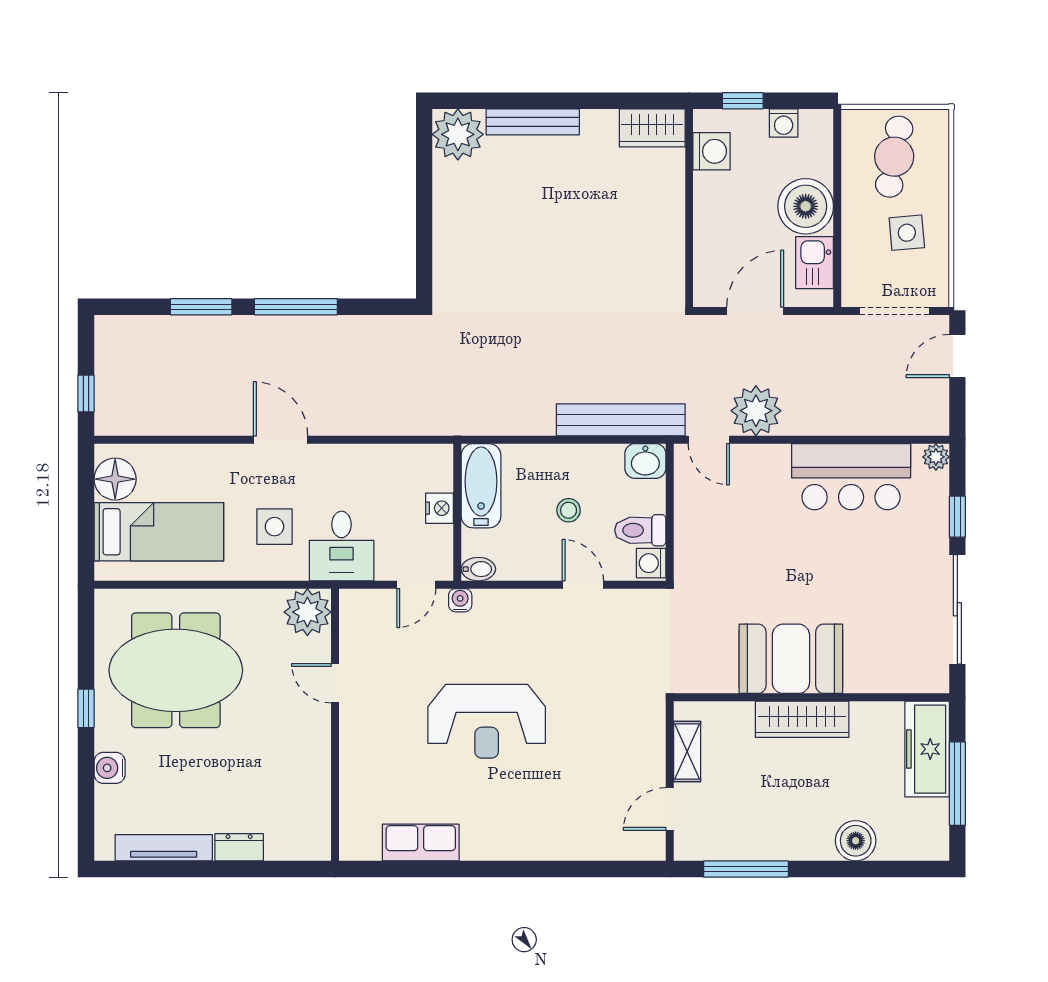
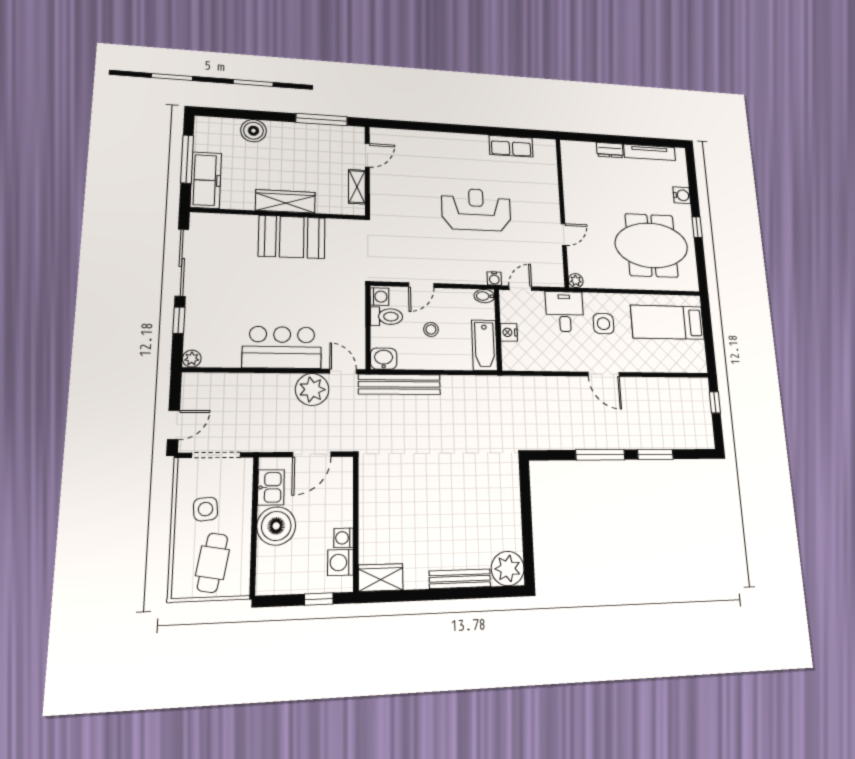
washing machine: (784, 123) -> (344, 538), moved, turned -90
bar counter: (851, 477) -> (282, 347), moved
floor lamp: (115, 479) -> (694, 353), removed
door: (583, 585) -> (421, 285), hinge flipped
plant: (307, 612) -> (576, 281), width x0.53, depth x0.53
door: (335, 683) -> (564, 235), hinge flipped

